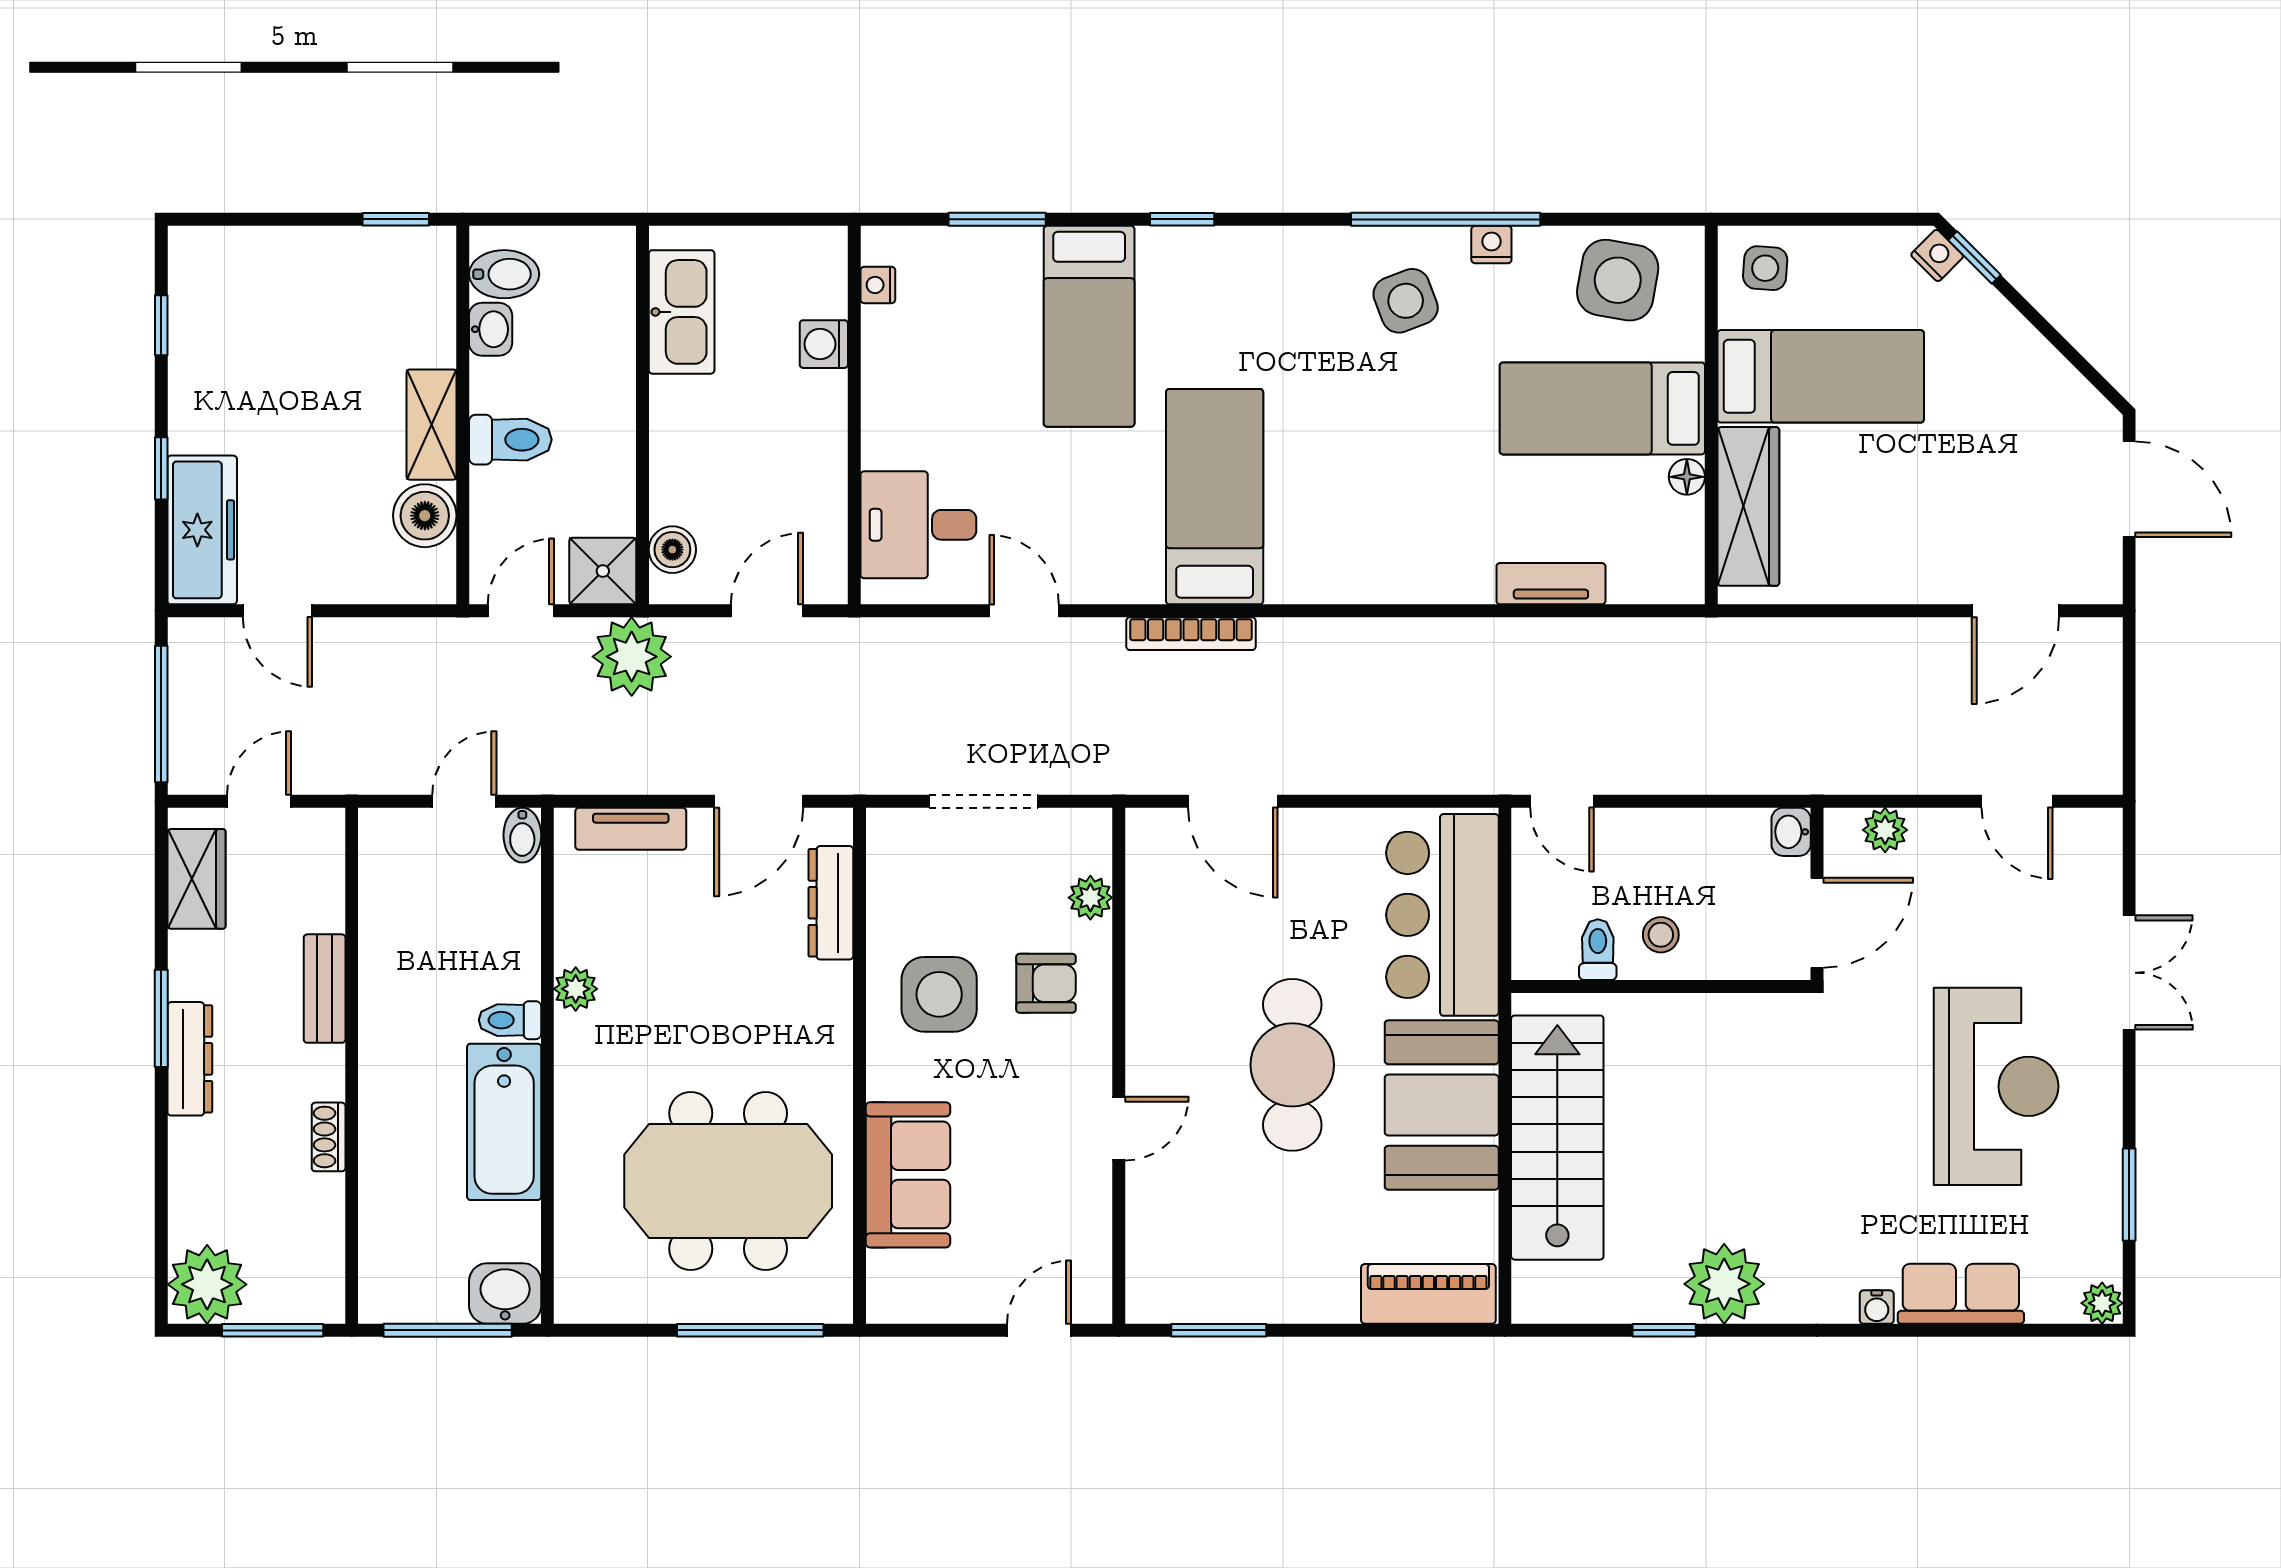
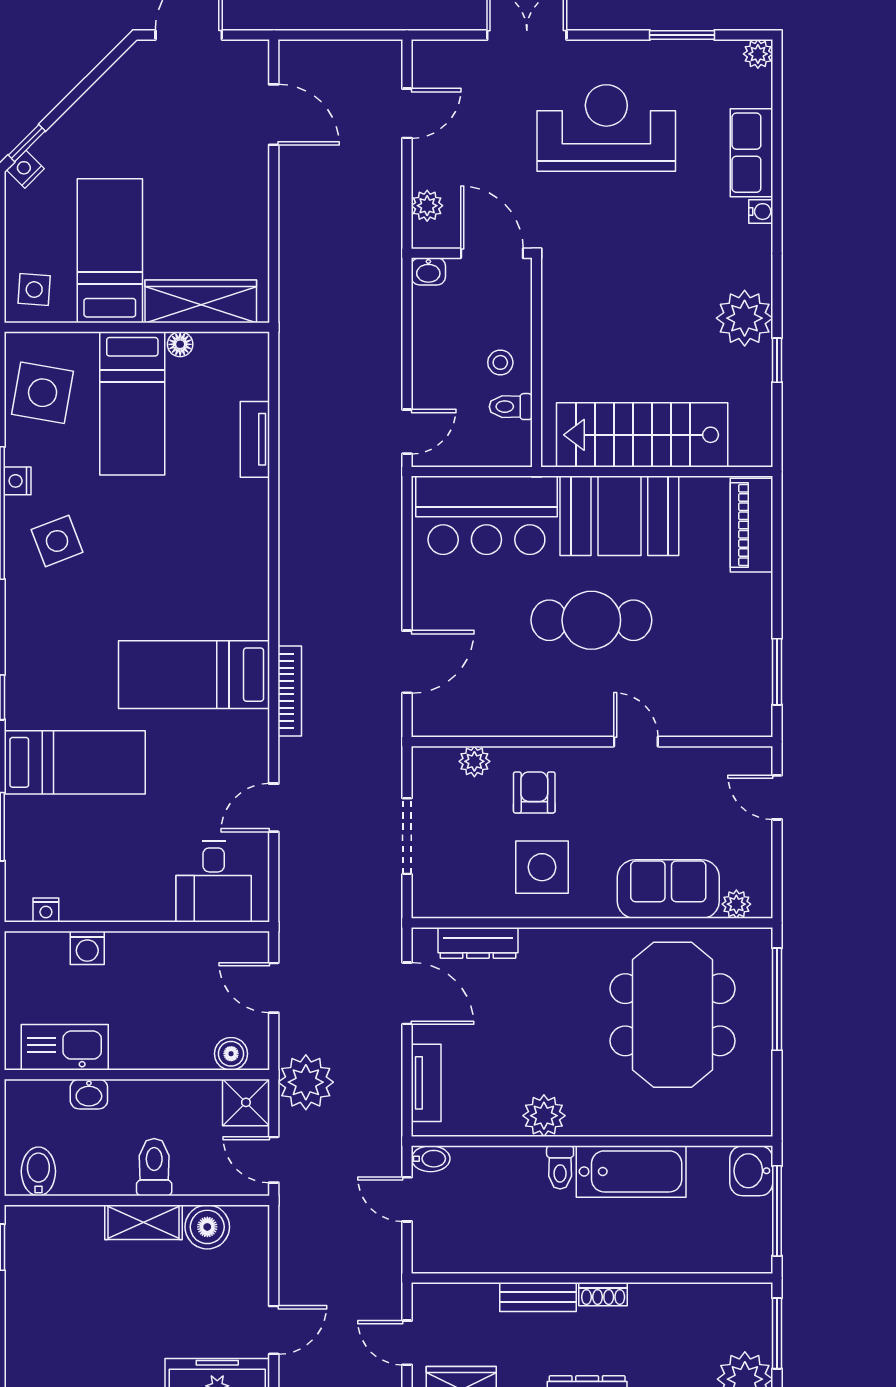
washbasin: (491, 329) -> (89, 1094), moved, turned 180
plant: (576, 989) -> (544, 1116), width x1.38, depth x1.38
shoe rack: (329, 1137) -> (603, 1294), moved
plant: (886, 1272) -> (736, 904), added

